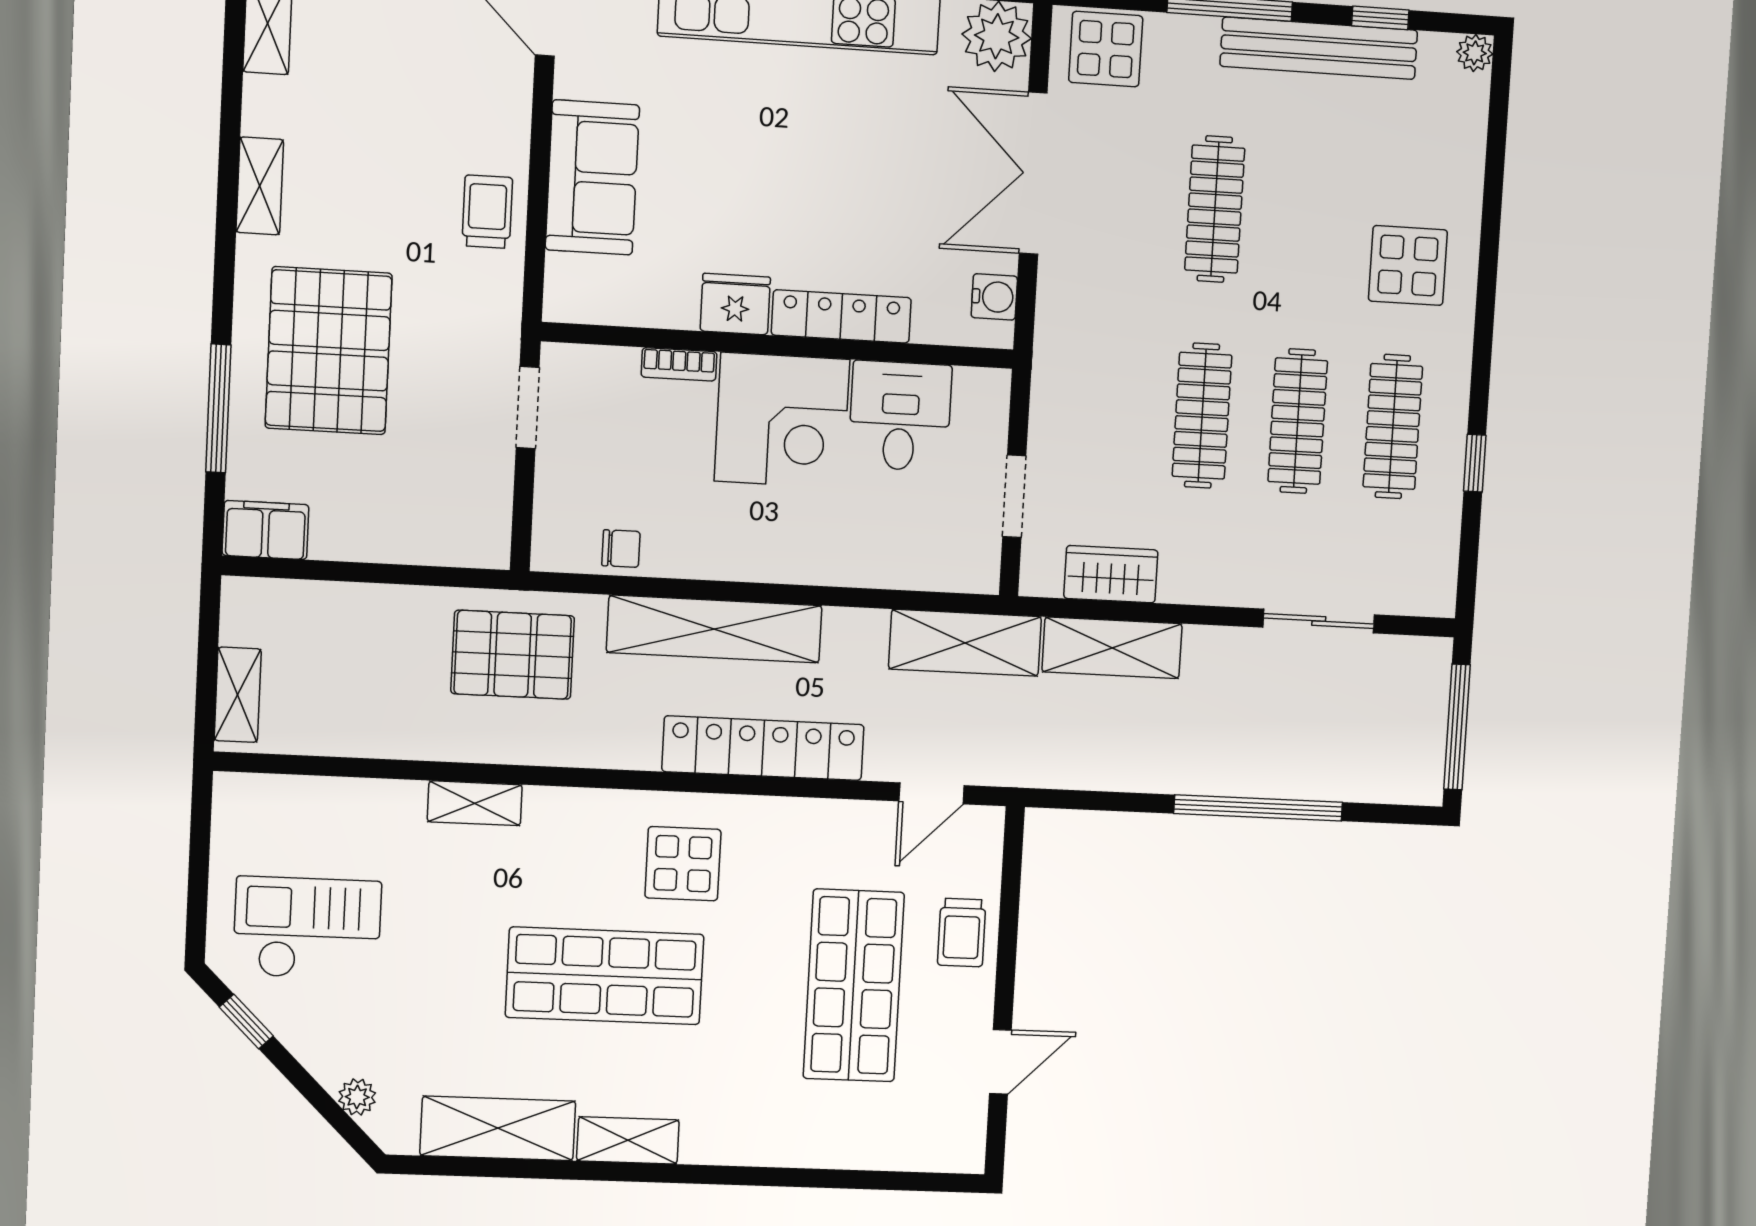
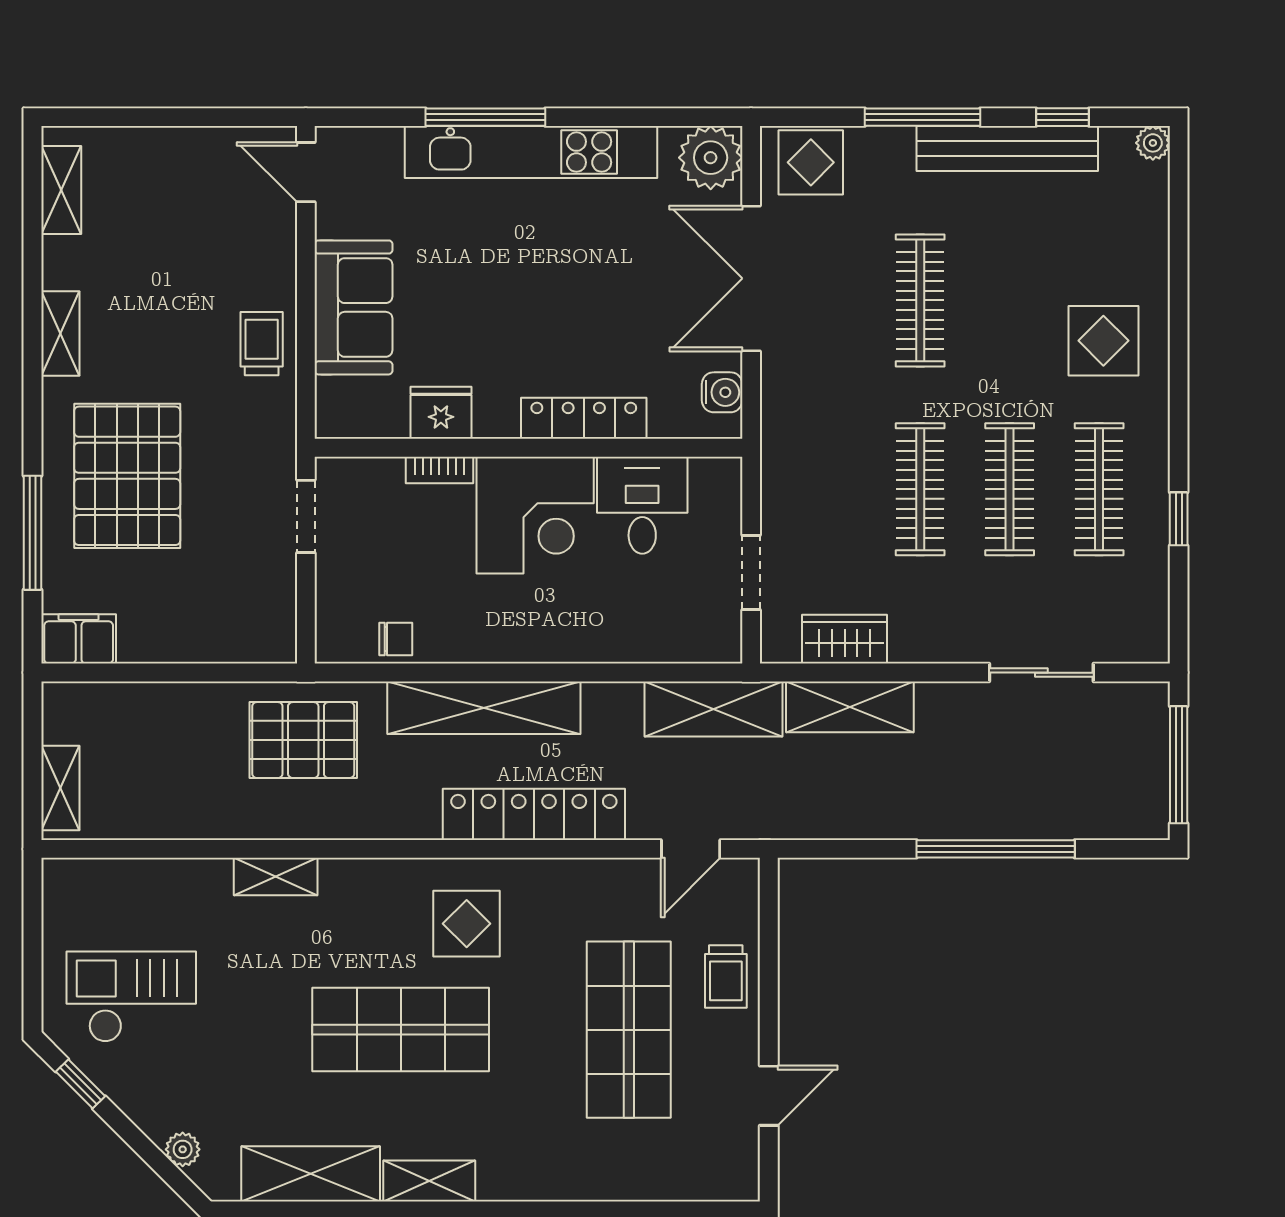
fridge: (735, 304) -> (441, 413), moved

